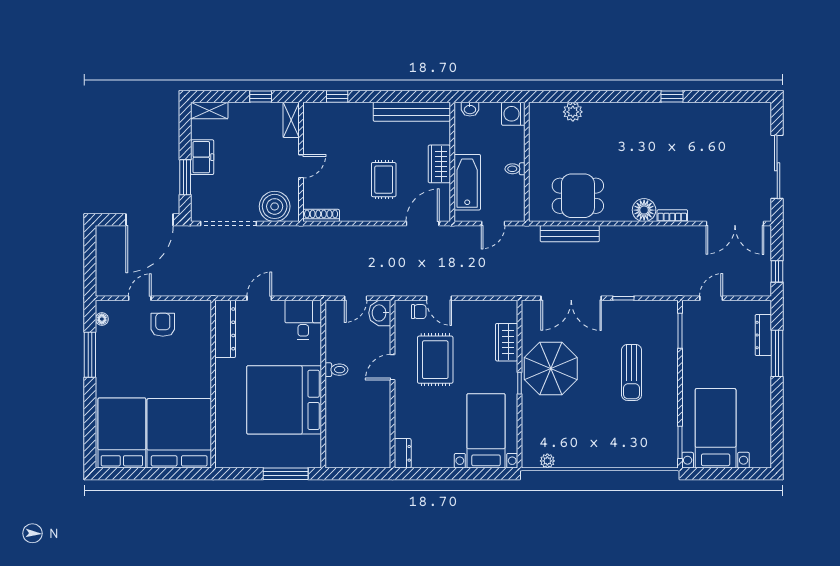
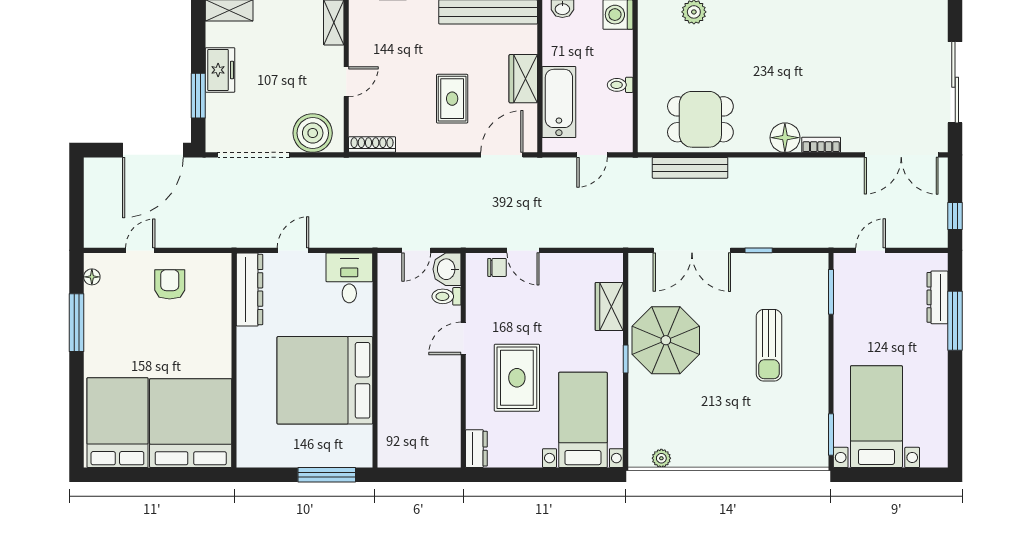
rug: (435, 360) -> (517, 378), moved
toilet: (336, 370) -> (446, 296), moved, turned 180

